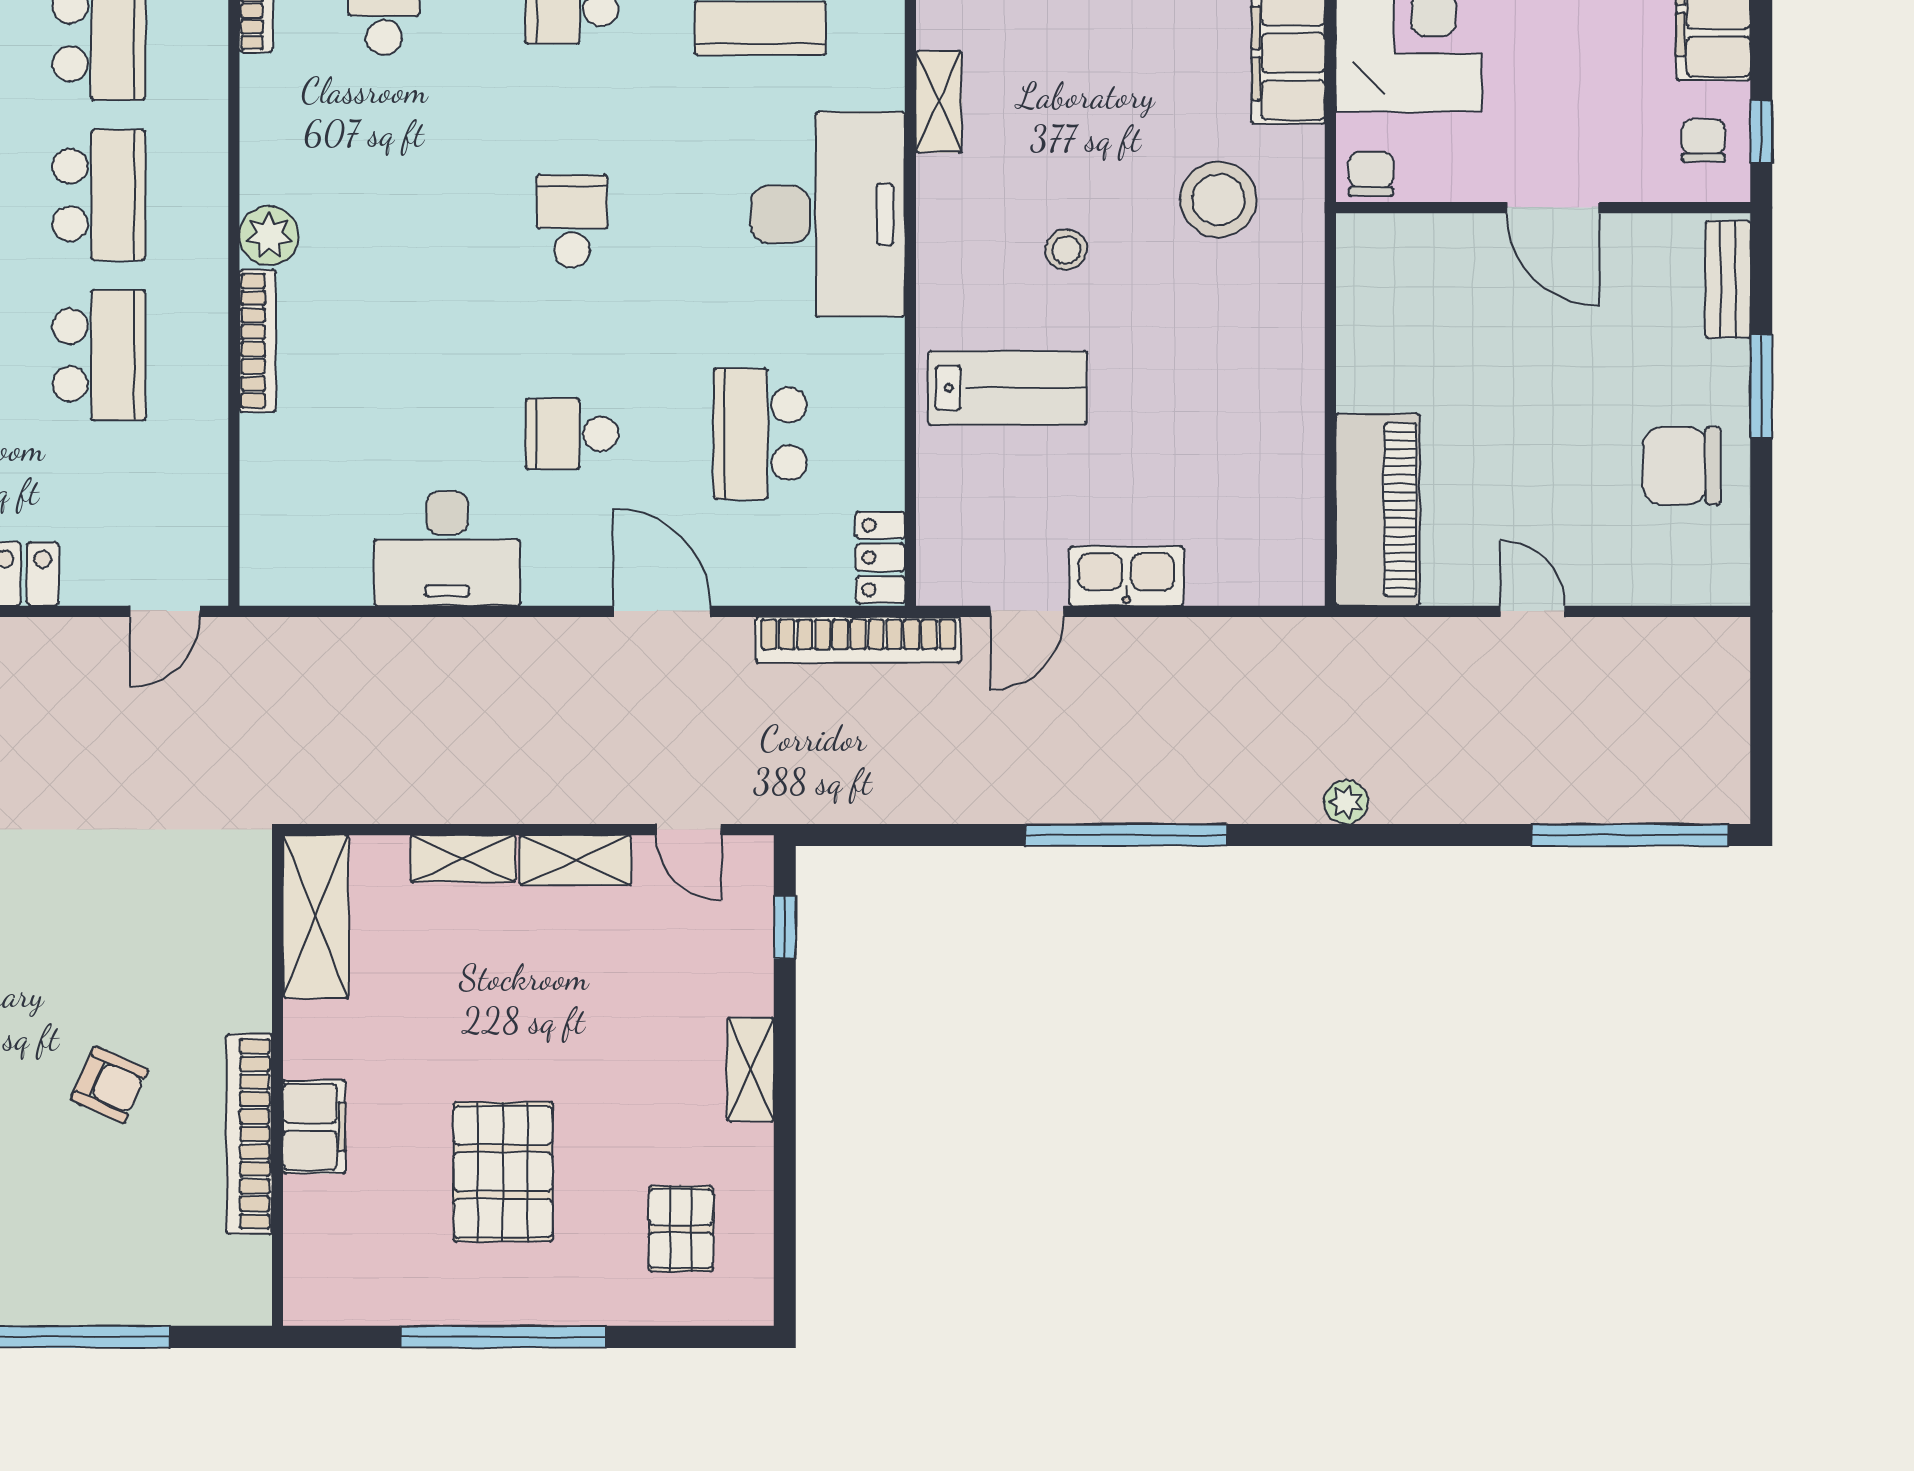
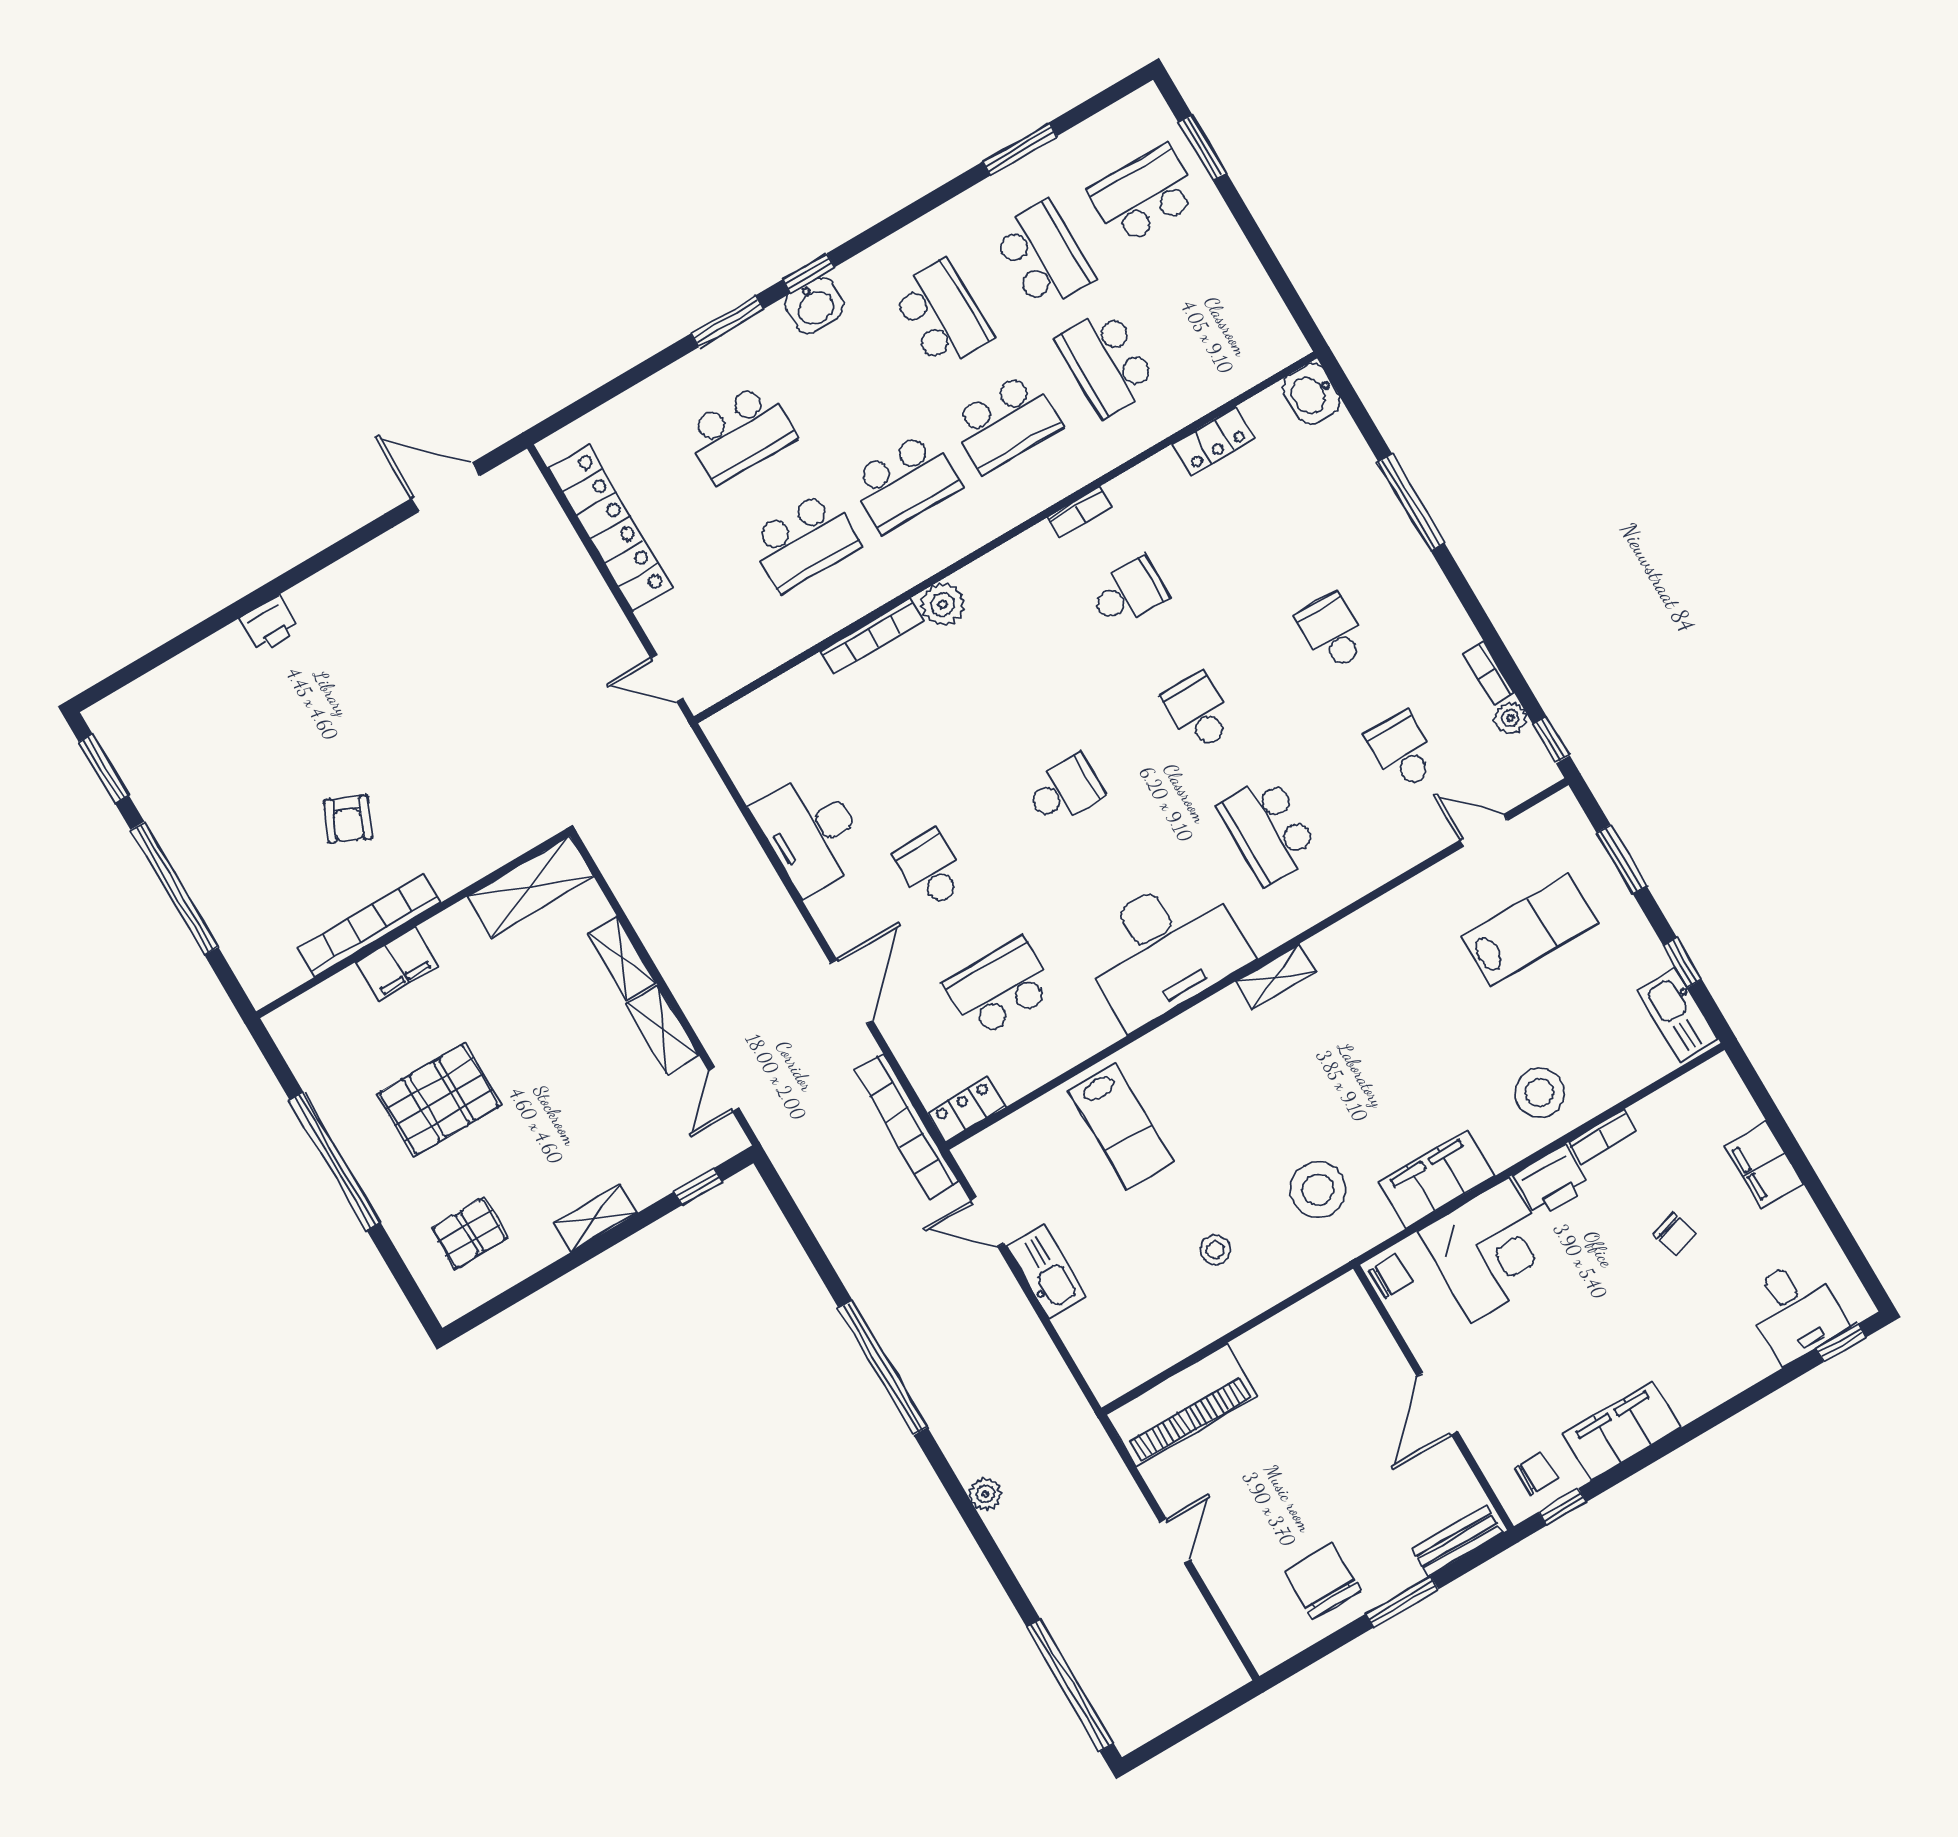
stool: (1066, 250) -> (1215, 1250), moved

